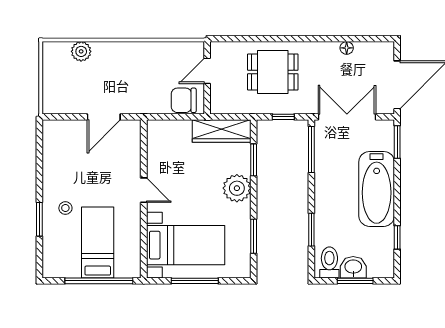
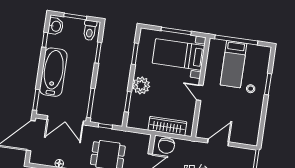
chair: (184, 100) -> (166, 146), turned 90
wardrobe: (222, 131) -> (167, 126), moved
washbasin: (353, 267) -> (56, 26), moved, turned -90

